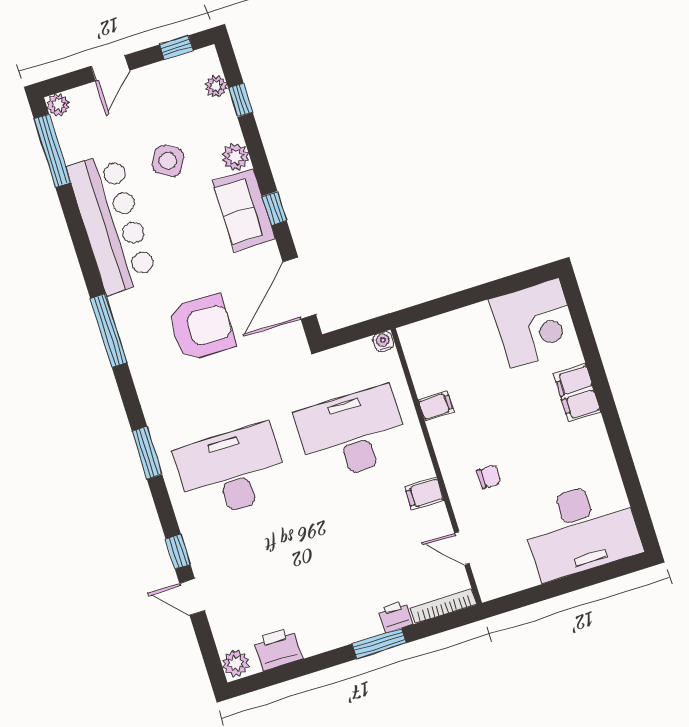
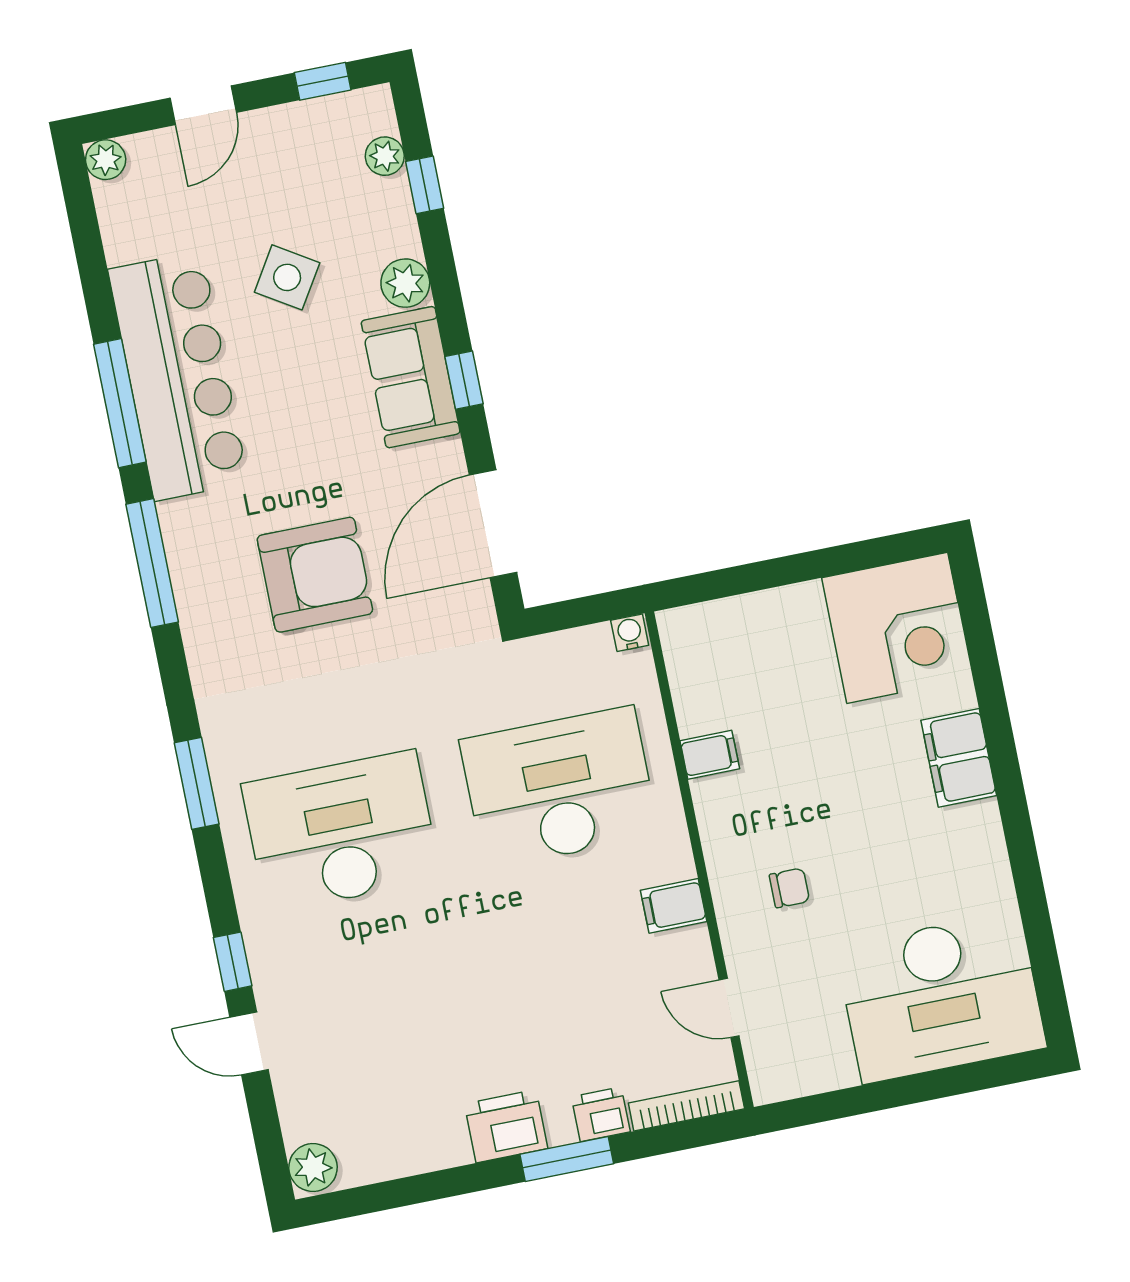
window: (52, 151) -> (120, 403), moved
printer: (278, 649) -> (506, 1126), moved

